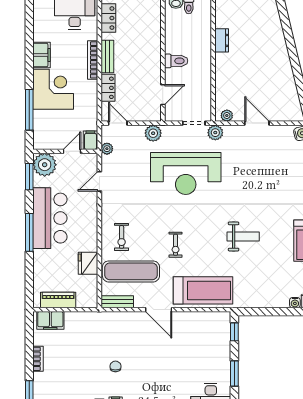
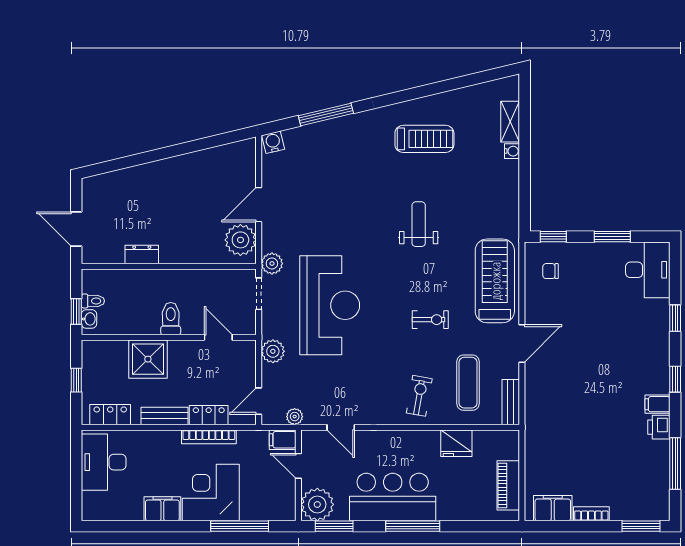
shower: (148, 45) -> (148, 359), added
bookcase: (93, 60) -> (209, 437), moved
plant: (227, 116) -> (240, 240), width x1.87, depth x1.87
exercise bike: (122, 237) -> (419, 396), turned -80
exercise mat: (131, 271) -> (468, 383), width x0.73, depth x0.69
filing cabinet: (50, 320) -> (553, 508), moved, turned -90
chair: (115, 366) -> (551, 271), moved

